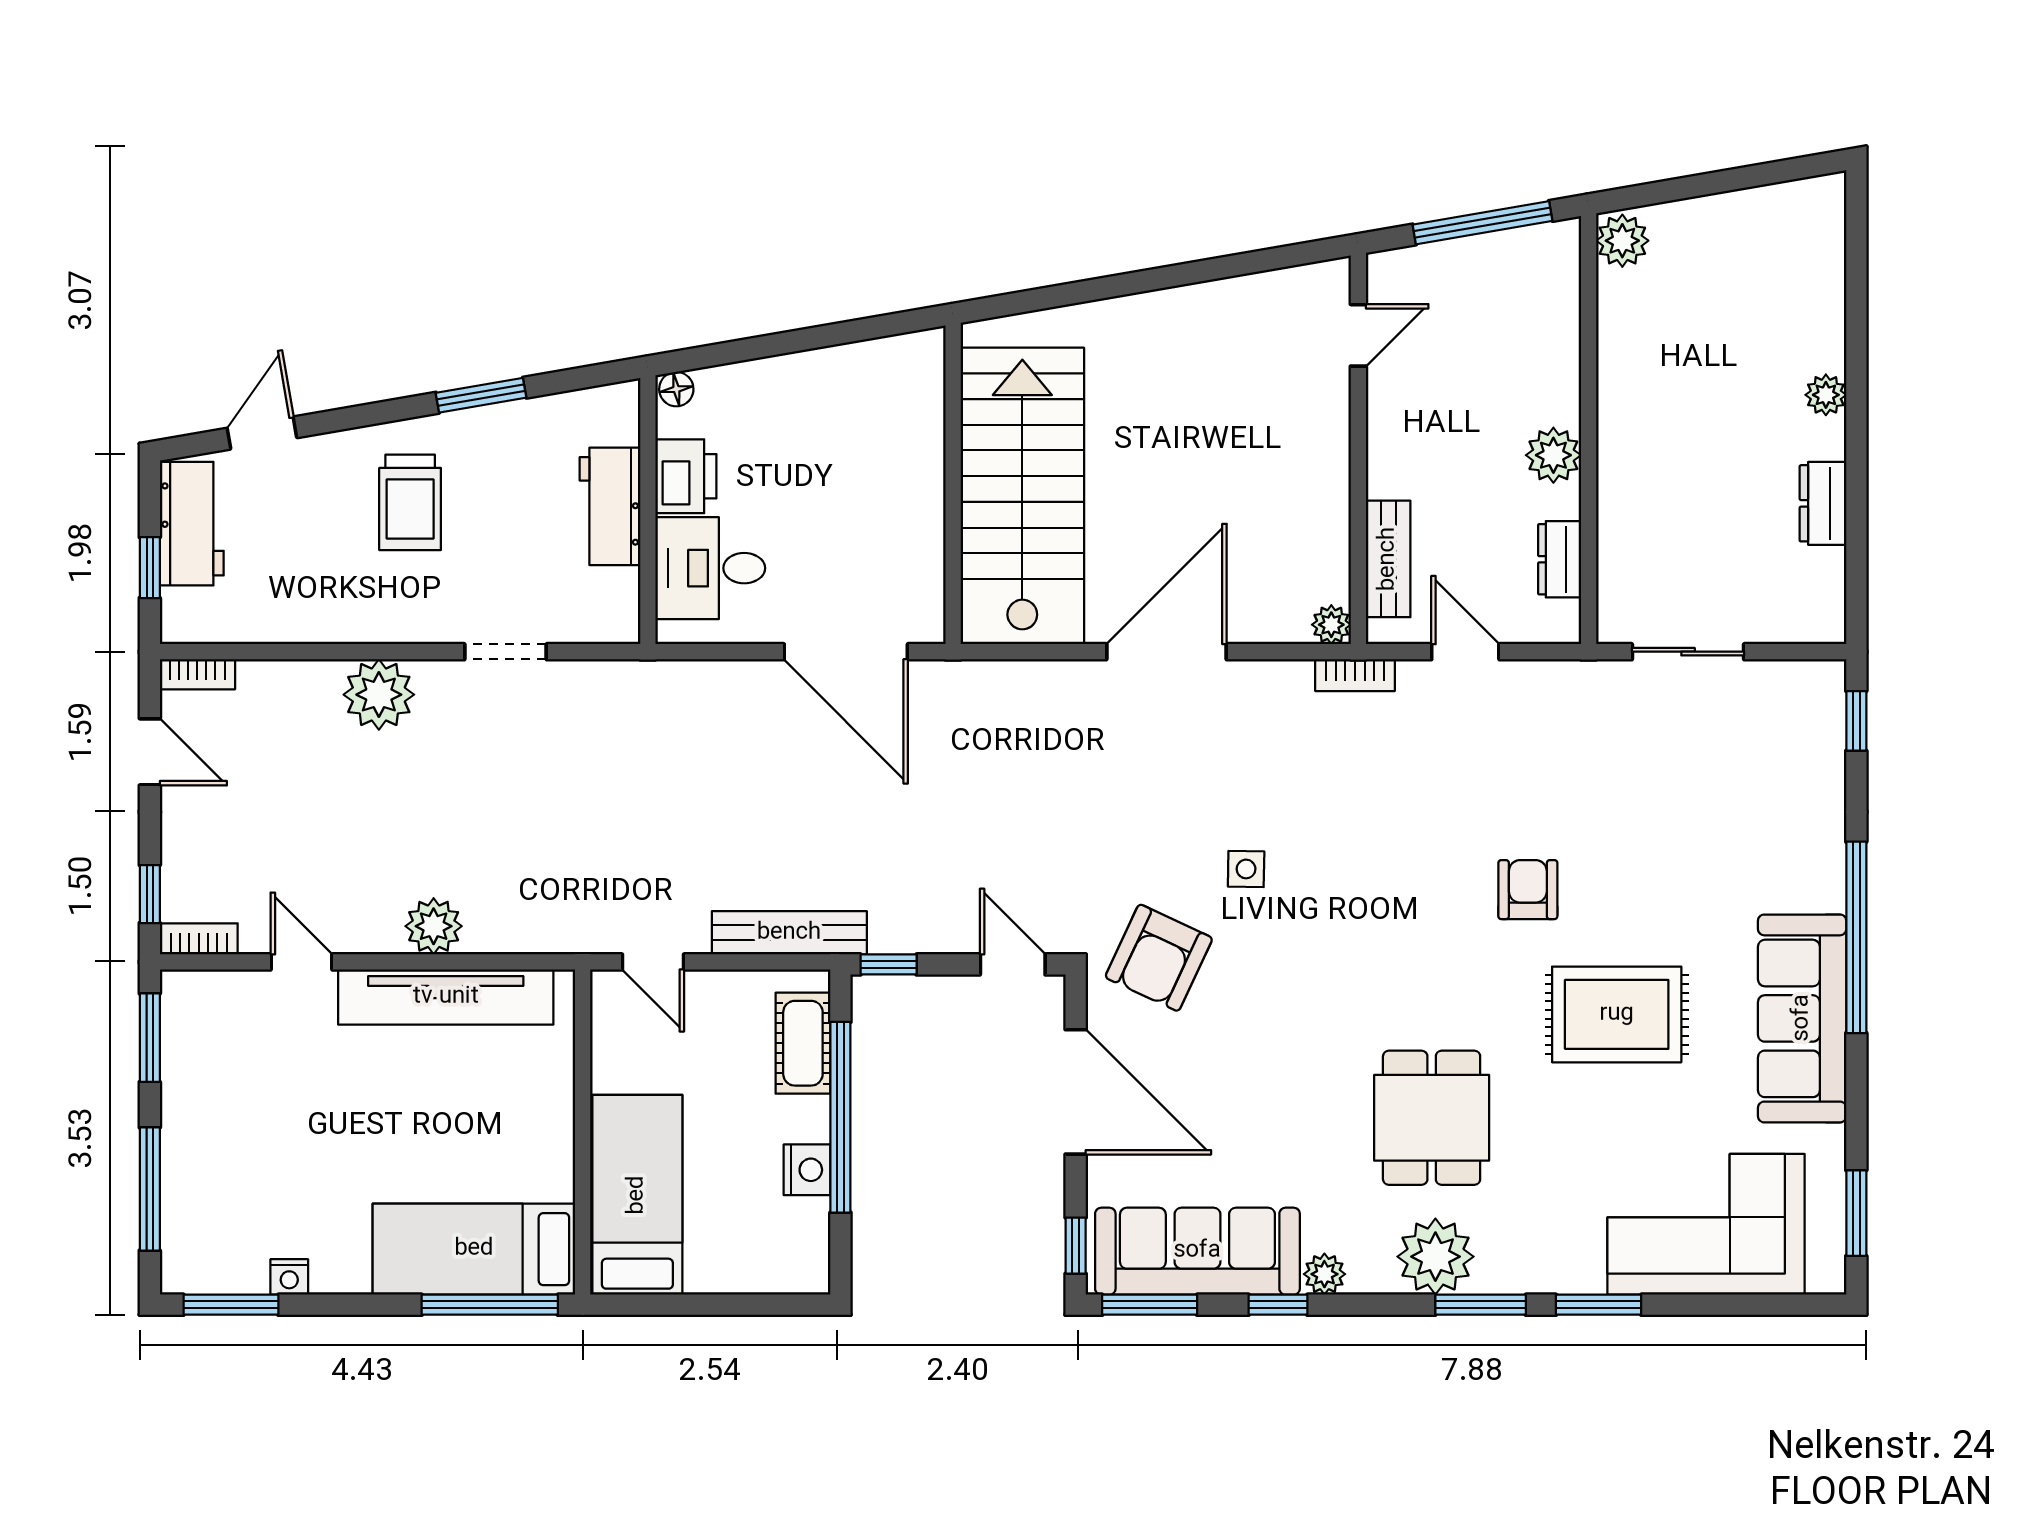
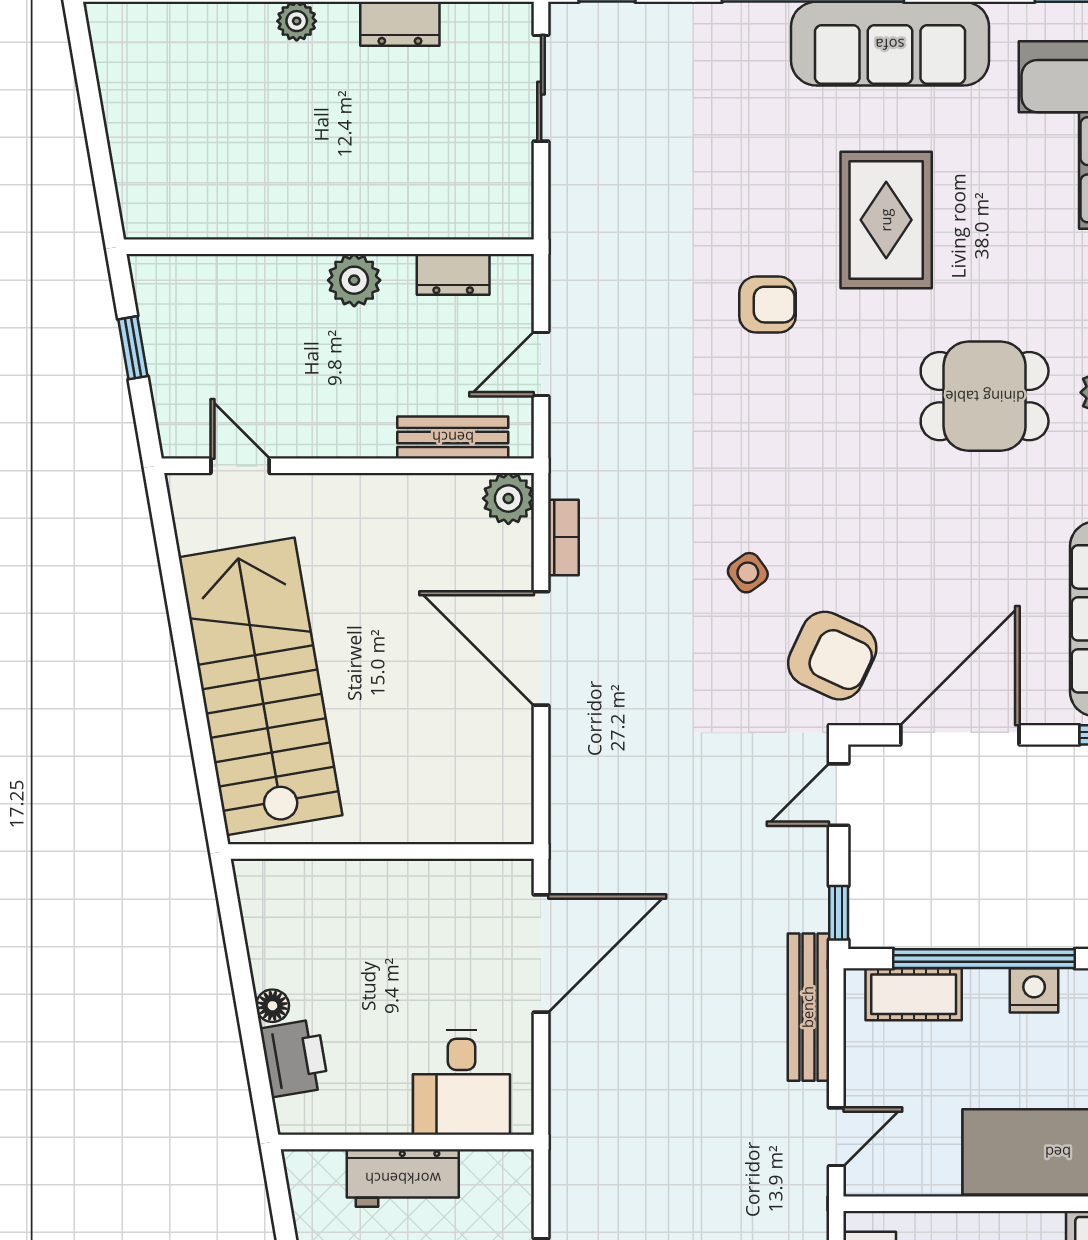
window: (1483, 223) -> (133, 348), width x0.46
plant: (1622, 241) -> (150, 215), removed
floor lamp: (676, 389) -> (272, 1006), moved
printer: (686, 476) -> (294, 1058), moved, turned 80
stairs: (1022, 496) -> (260, 686), moved, turned 80
plant: (1331, 625) -> (508, 498), width x1.38, depth x1.38
sliding door: (1688, 652) -> (541, 88), moved
bookcase: (1355, 675) -> (563, 537), moved
side table: (1246, 869) -> (748, 573), turned -37
armchair: (1528, 890) -> (767, 305), turned 180

